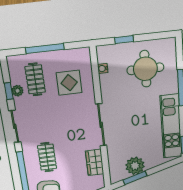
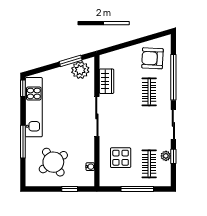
round table: (145, 69) -> (53, 162), turned -34
plant: (135, 166) -> (80, 70), moved

